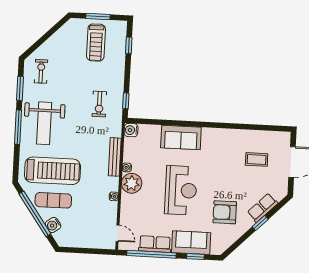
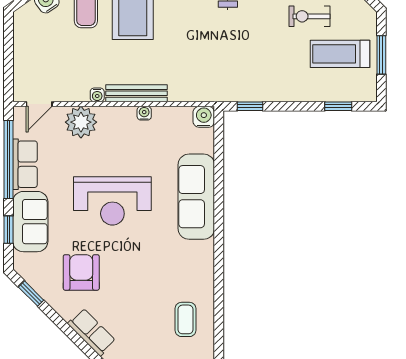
exercise bike: (99, 104) -> (309, 16), moved
sofa: (181, 137) -> (196, 197), width x1.36
bench: (115, 157) -> (137, 93), moved
coffee table: (257, 159) -> (186, 319), moved
plant: (132, 183) -> (81, 122), moved
window: (260, 223) -> (31, 294), moved

